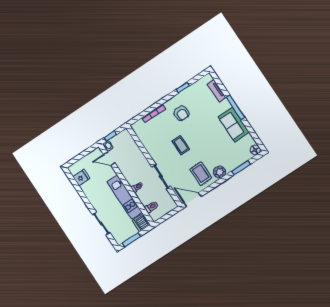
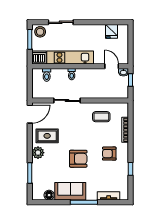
armchair: (203, 136) -> (78, 159), added
coffee table: (181, 145) -> (101, 117), moved
floor lamp: (255, 150) -> (49, 195), moved
door: (109, 159) -> (112, 66), hinge flipped
stool: (120, 235) -> (40, 32), added

